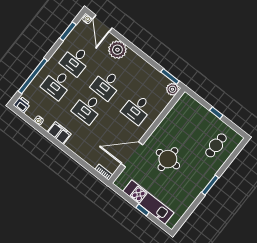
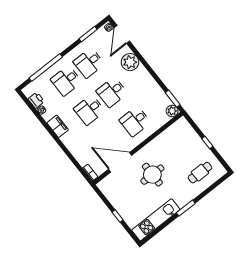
printer: (22, 104) -> (36, 100), moved
kitchen unit: (148, 202) -> (156, 220), moved, turned -90

